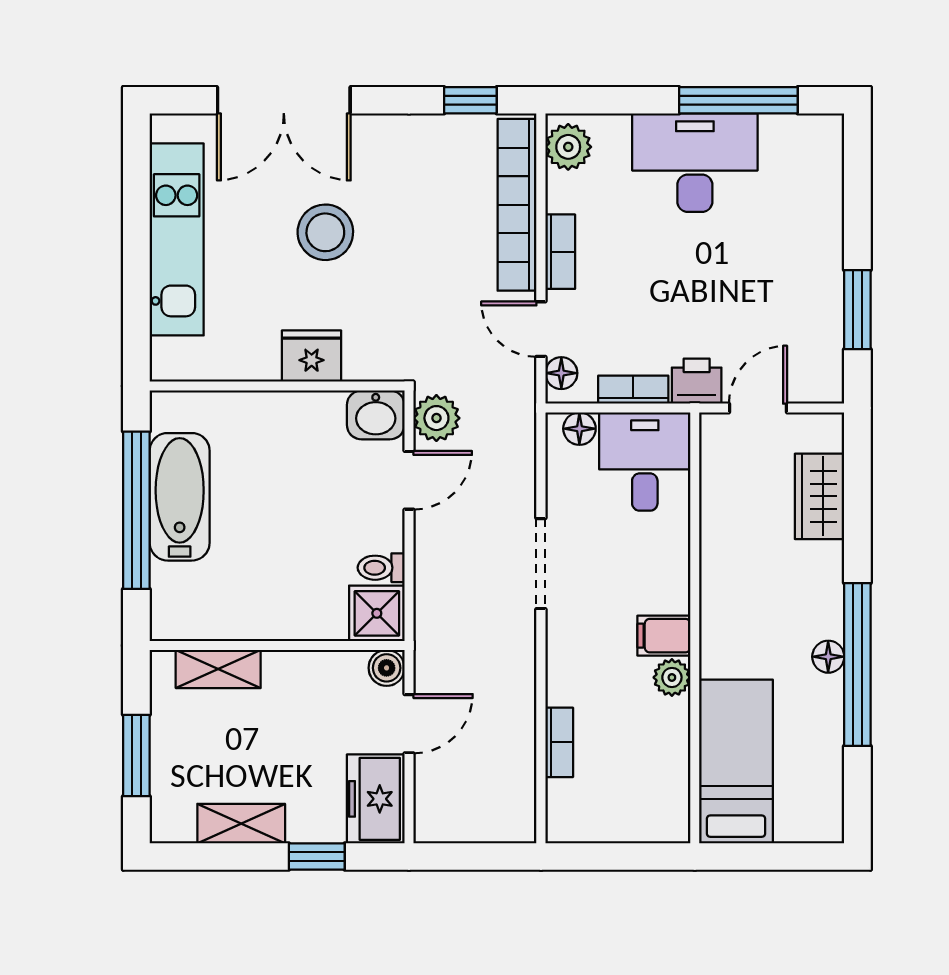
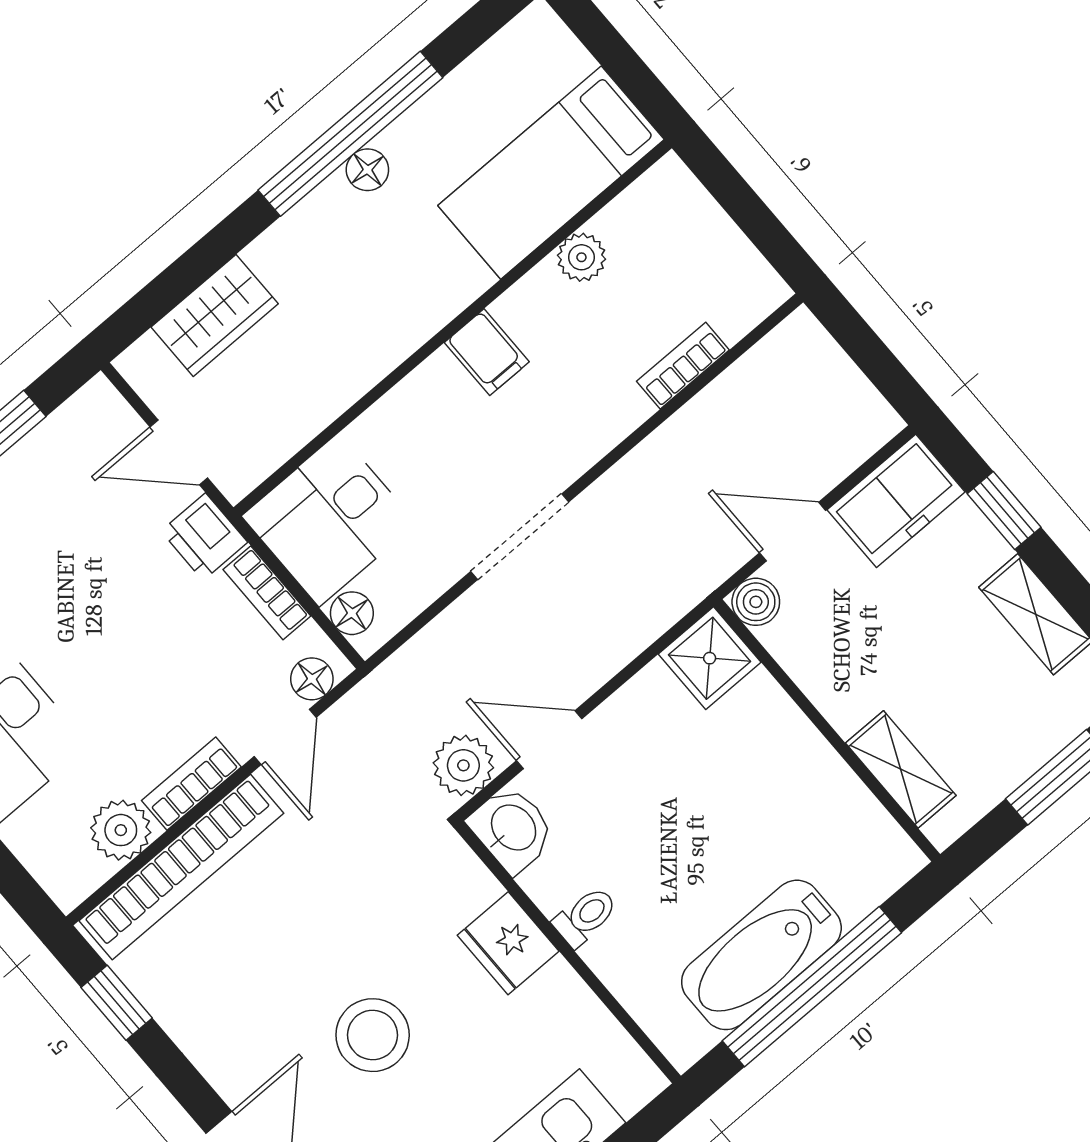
plant: (568, 147) -> (121, 830), moved
toilet: (381, 568) -> (585, 917), moved, turned -90
plant: (672, 677) -> (581, 257), moved

